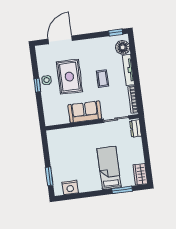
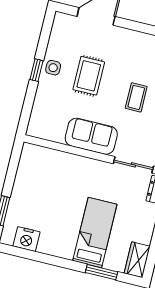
rug: (69, 77) -> (89, 76), width x0.73, depth x0.70

